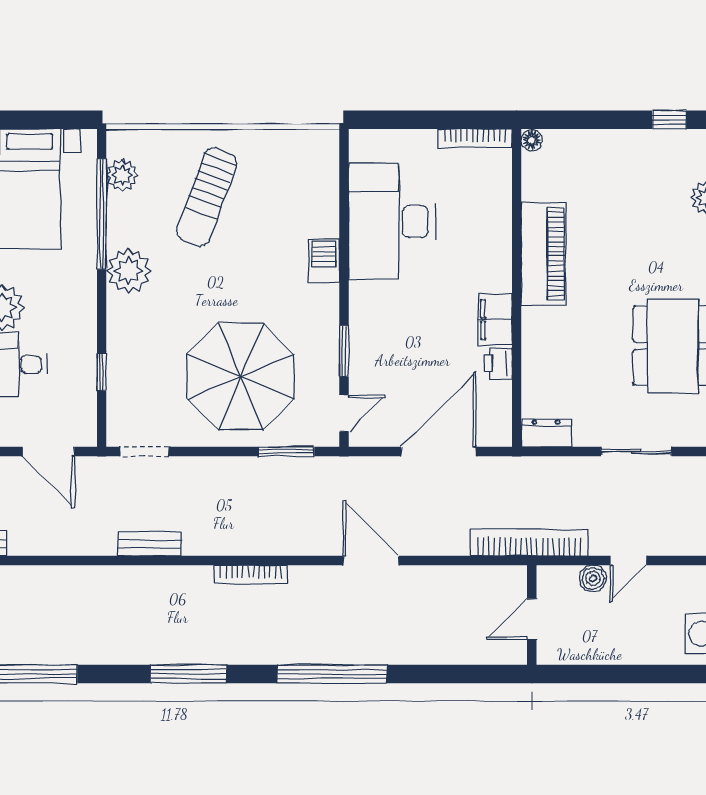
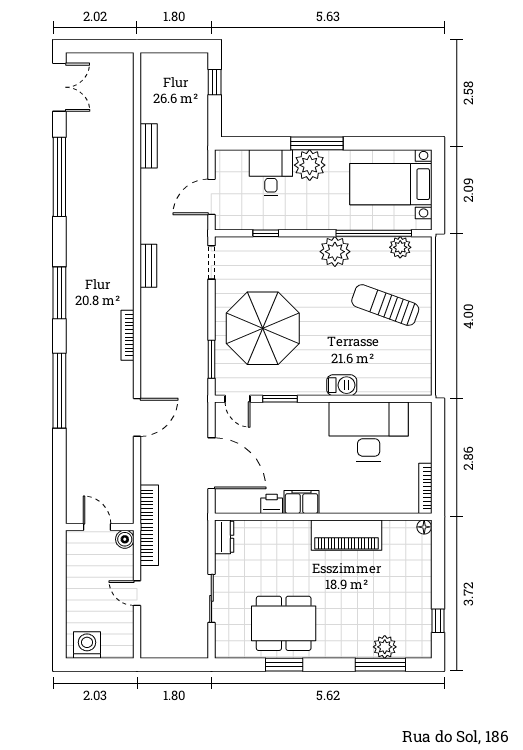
boiler: (593, 578) -> (125, 539), moved

